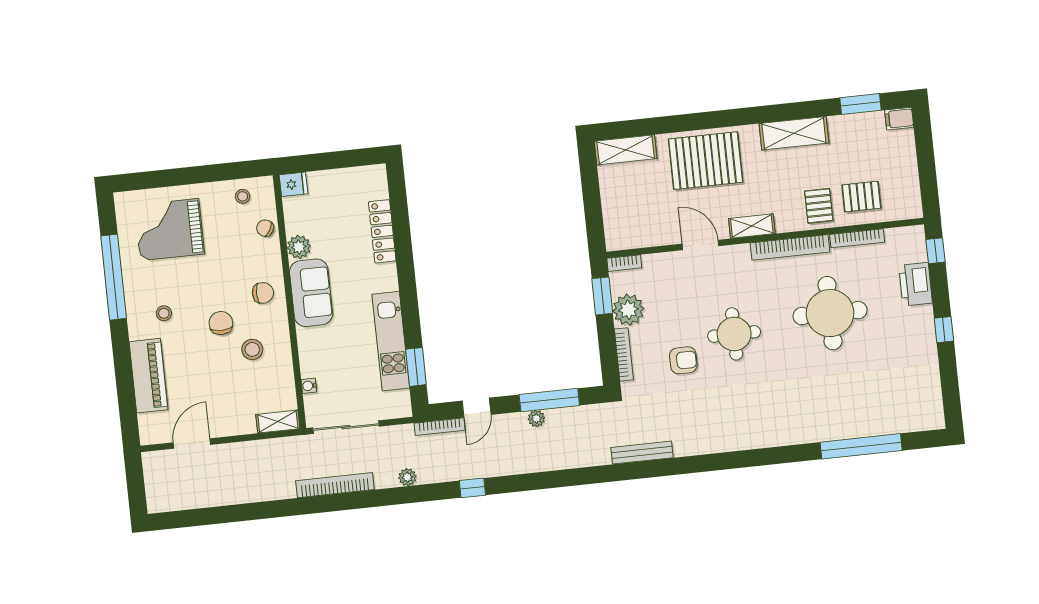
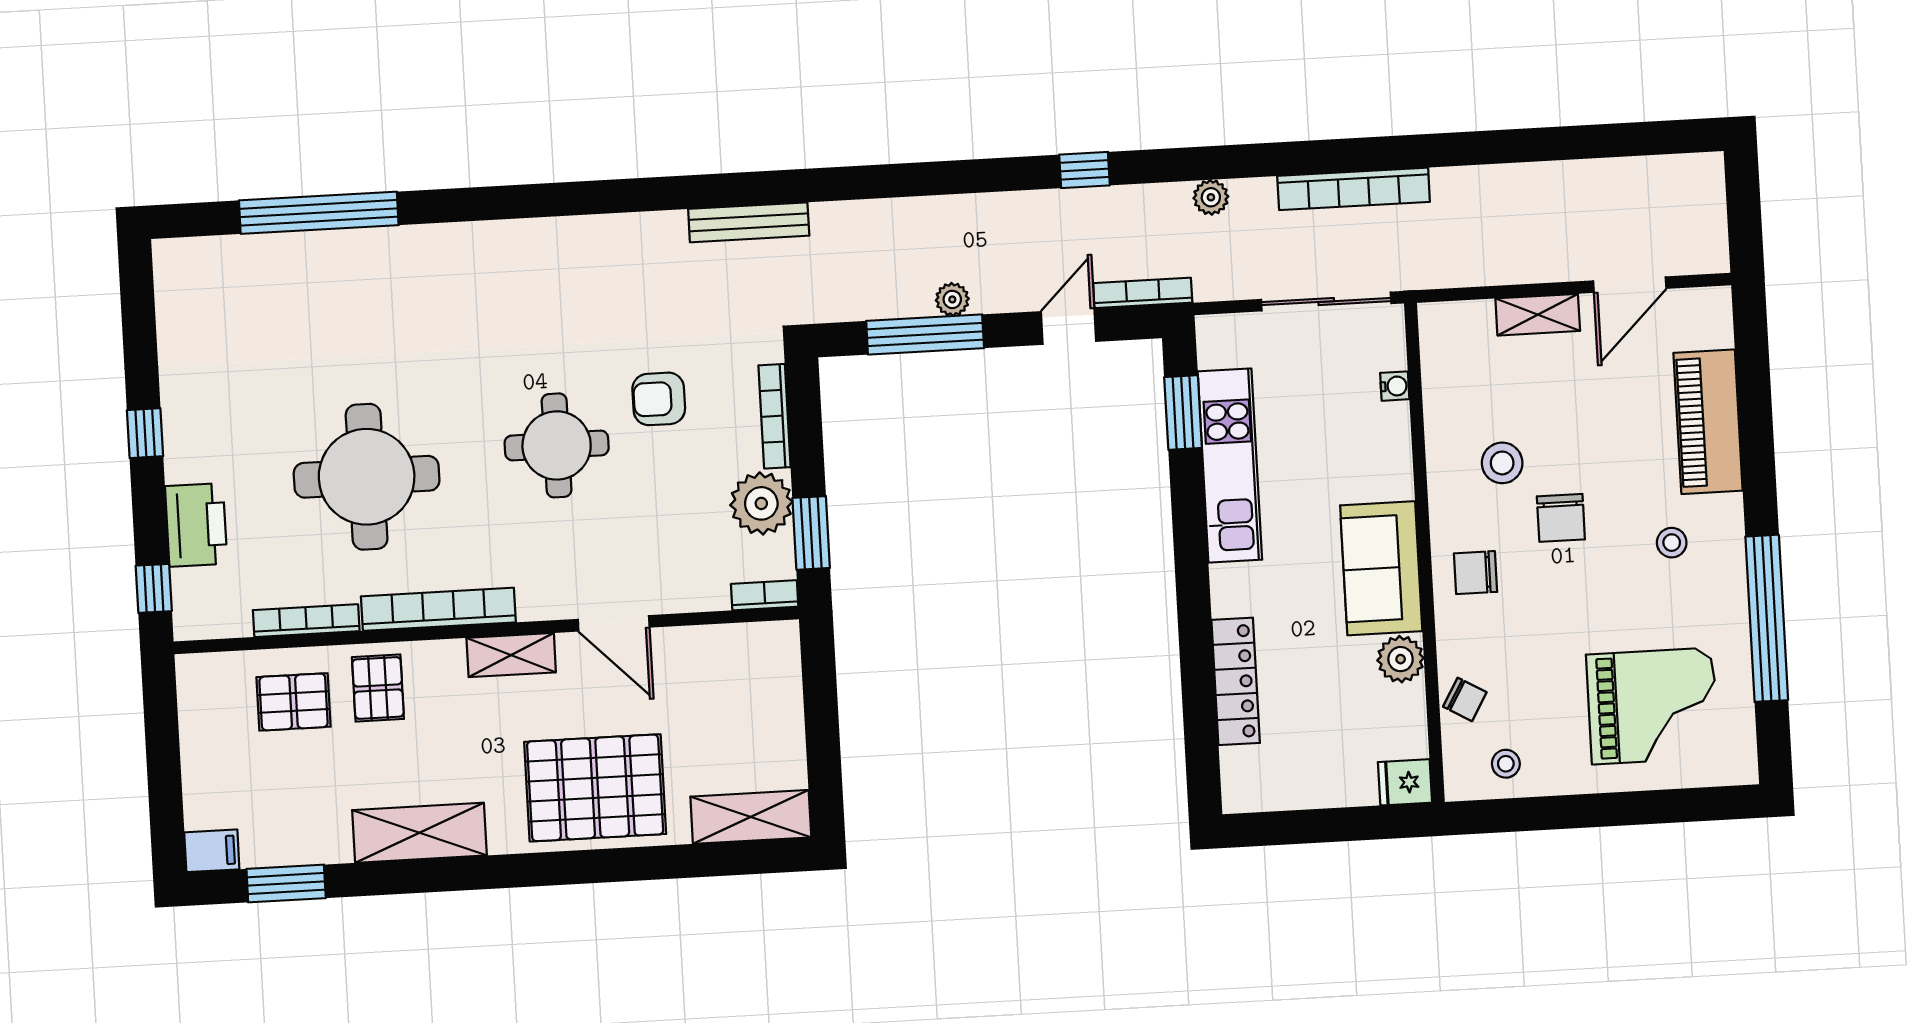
shelving: (278, 422) -> (1538, 315), moved

